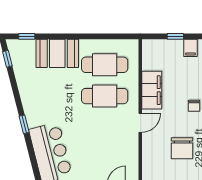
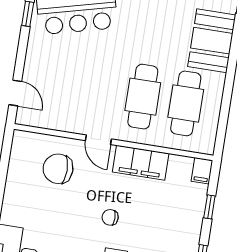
filing cabinet: (191, 48) -> (202, 171), moved, turned -90
chair: (182, 148) -> (58, 169), moved

